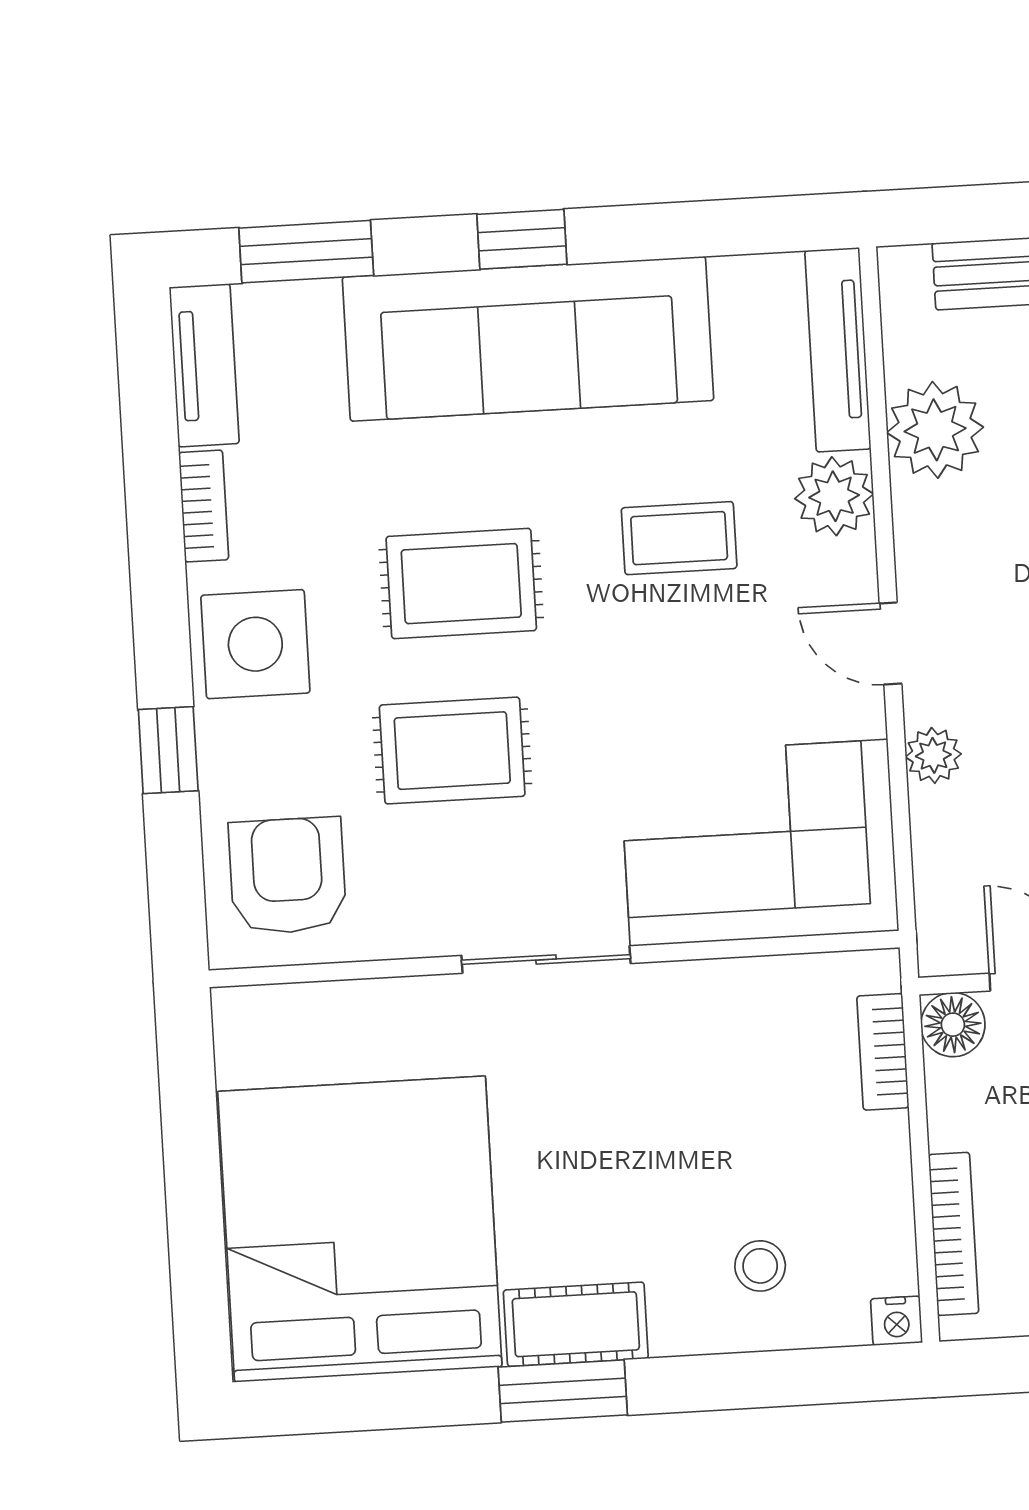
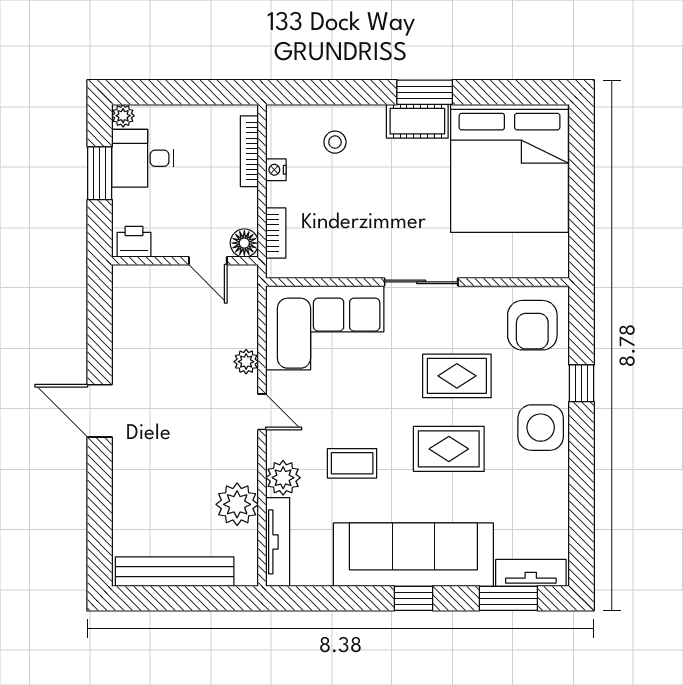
tv unit: (204, 365) -> (531, 573), moved, turned 90
bookcase: (204, 506) -> (560, 489), removed
nightstand: (897, 1321) -> (276, 170), moved, turned -90

